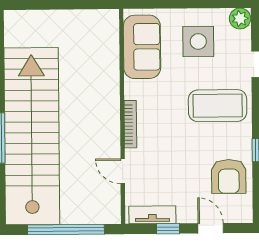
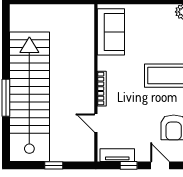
side table: (198, 41) -> (152, 28), removed
window: (66, 229) -> (54, 165), width x0.32

